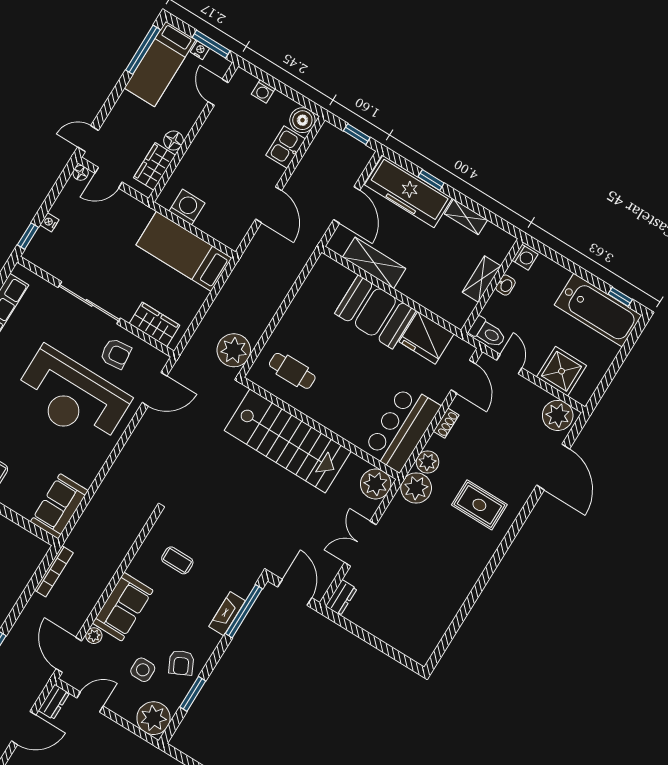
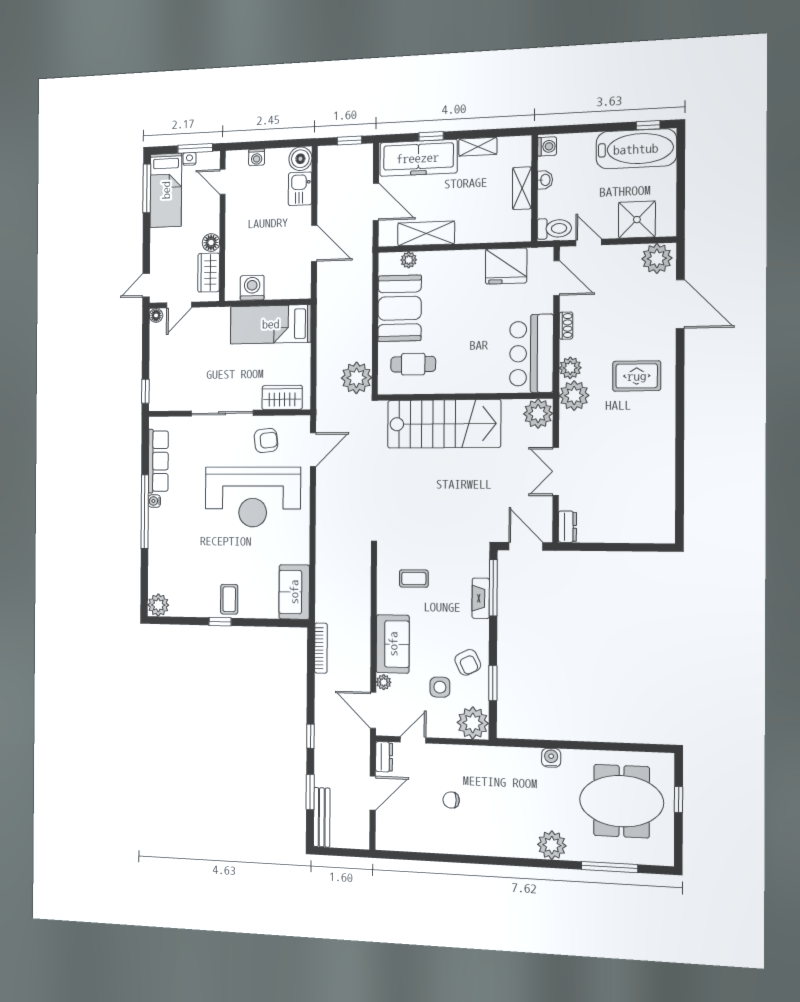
nightstand: (49, 222) -> (155, 370), removed
plant: (345, 276) -> (409, 260), added
booth: (375, 312) -> (400, 308), moved, turned 90

